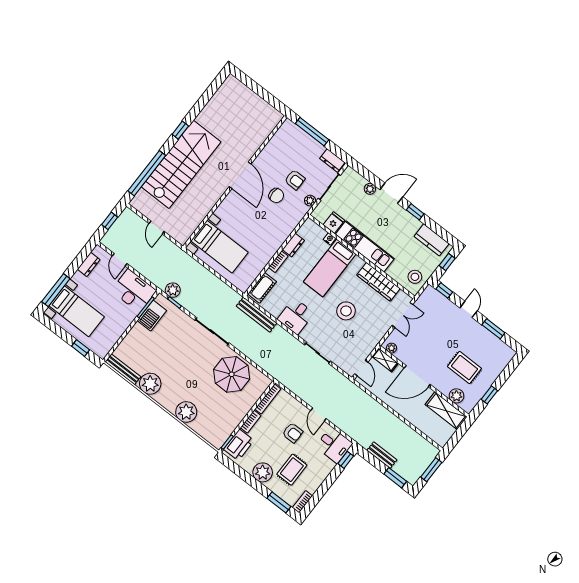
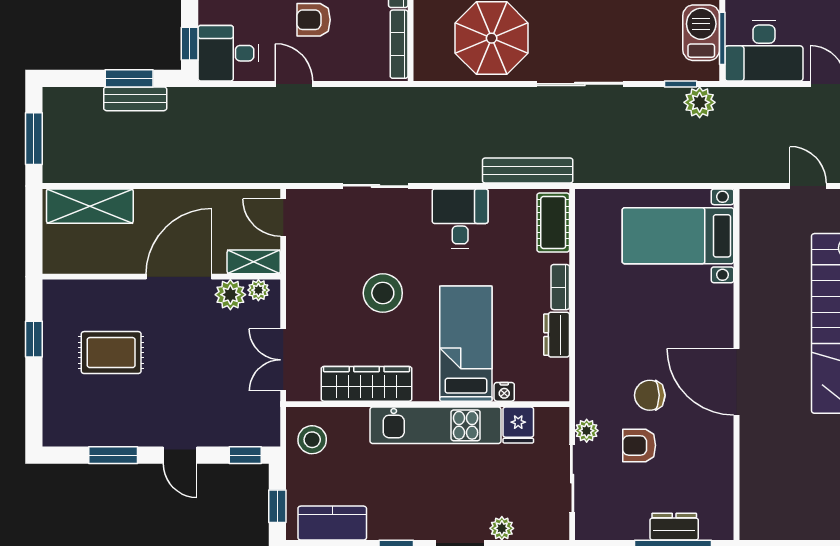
dresser: (332, 161) -> (674, 527), moved
plant: (456, 396) -> (230, 295), moved
shelving: (446, 411) -> (90, 206), moved
window: (395, 478) -> (129, 78), moved

